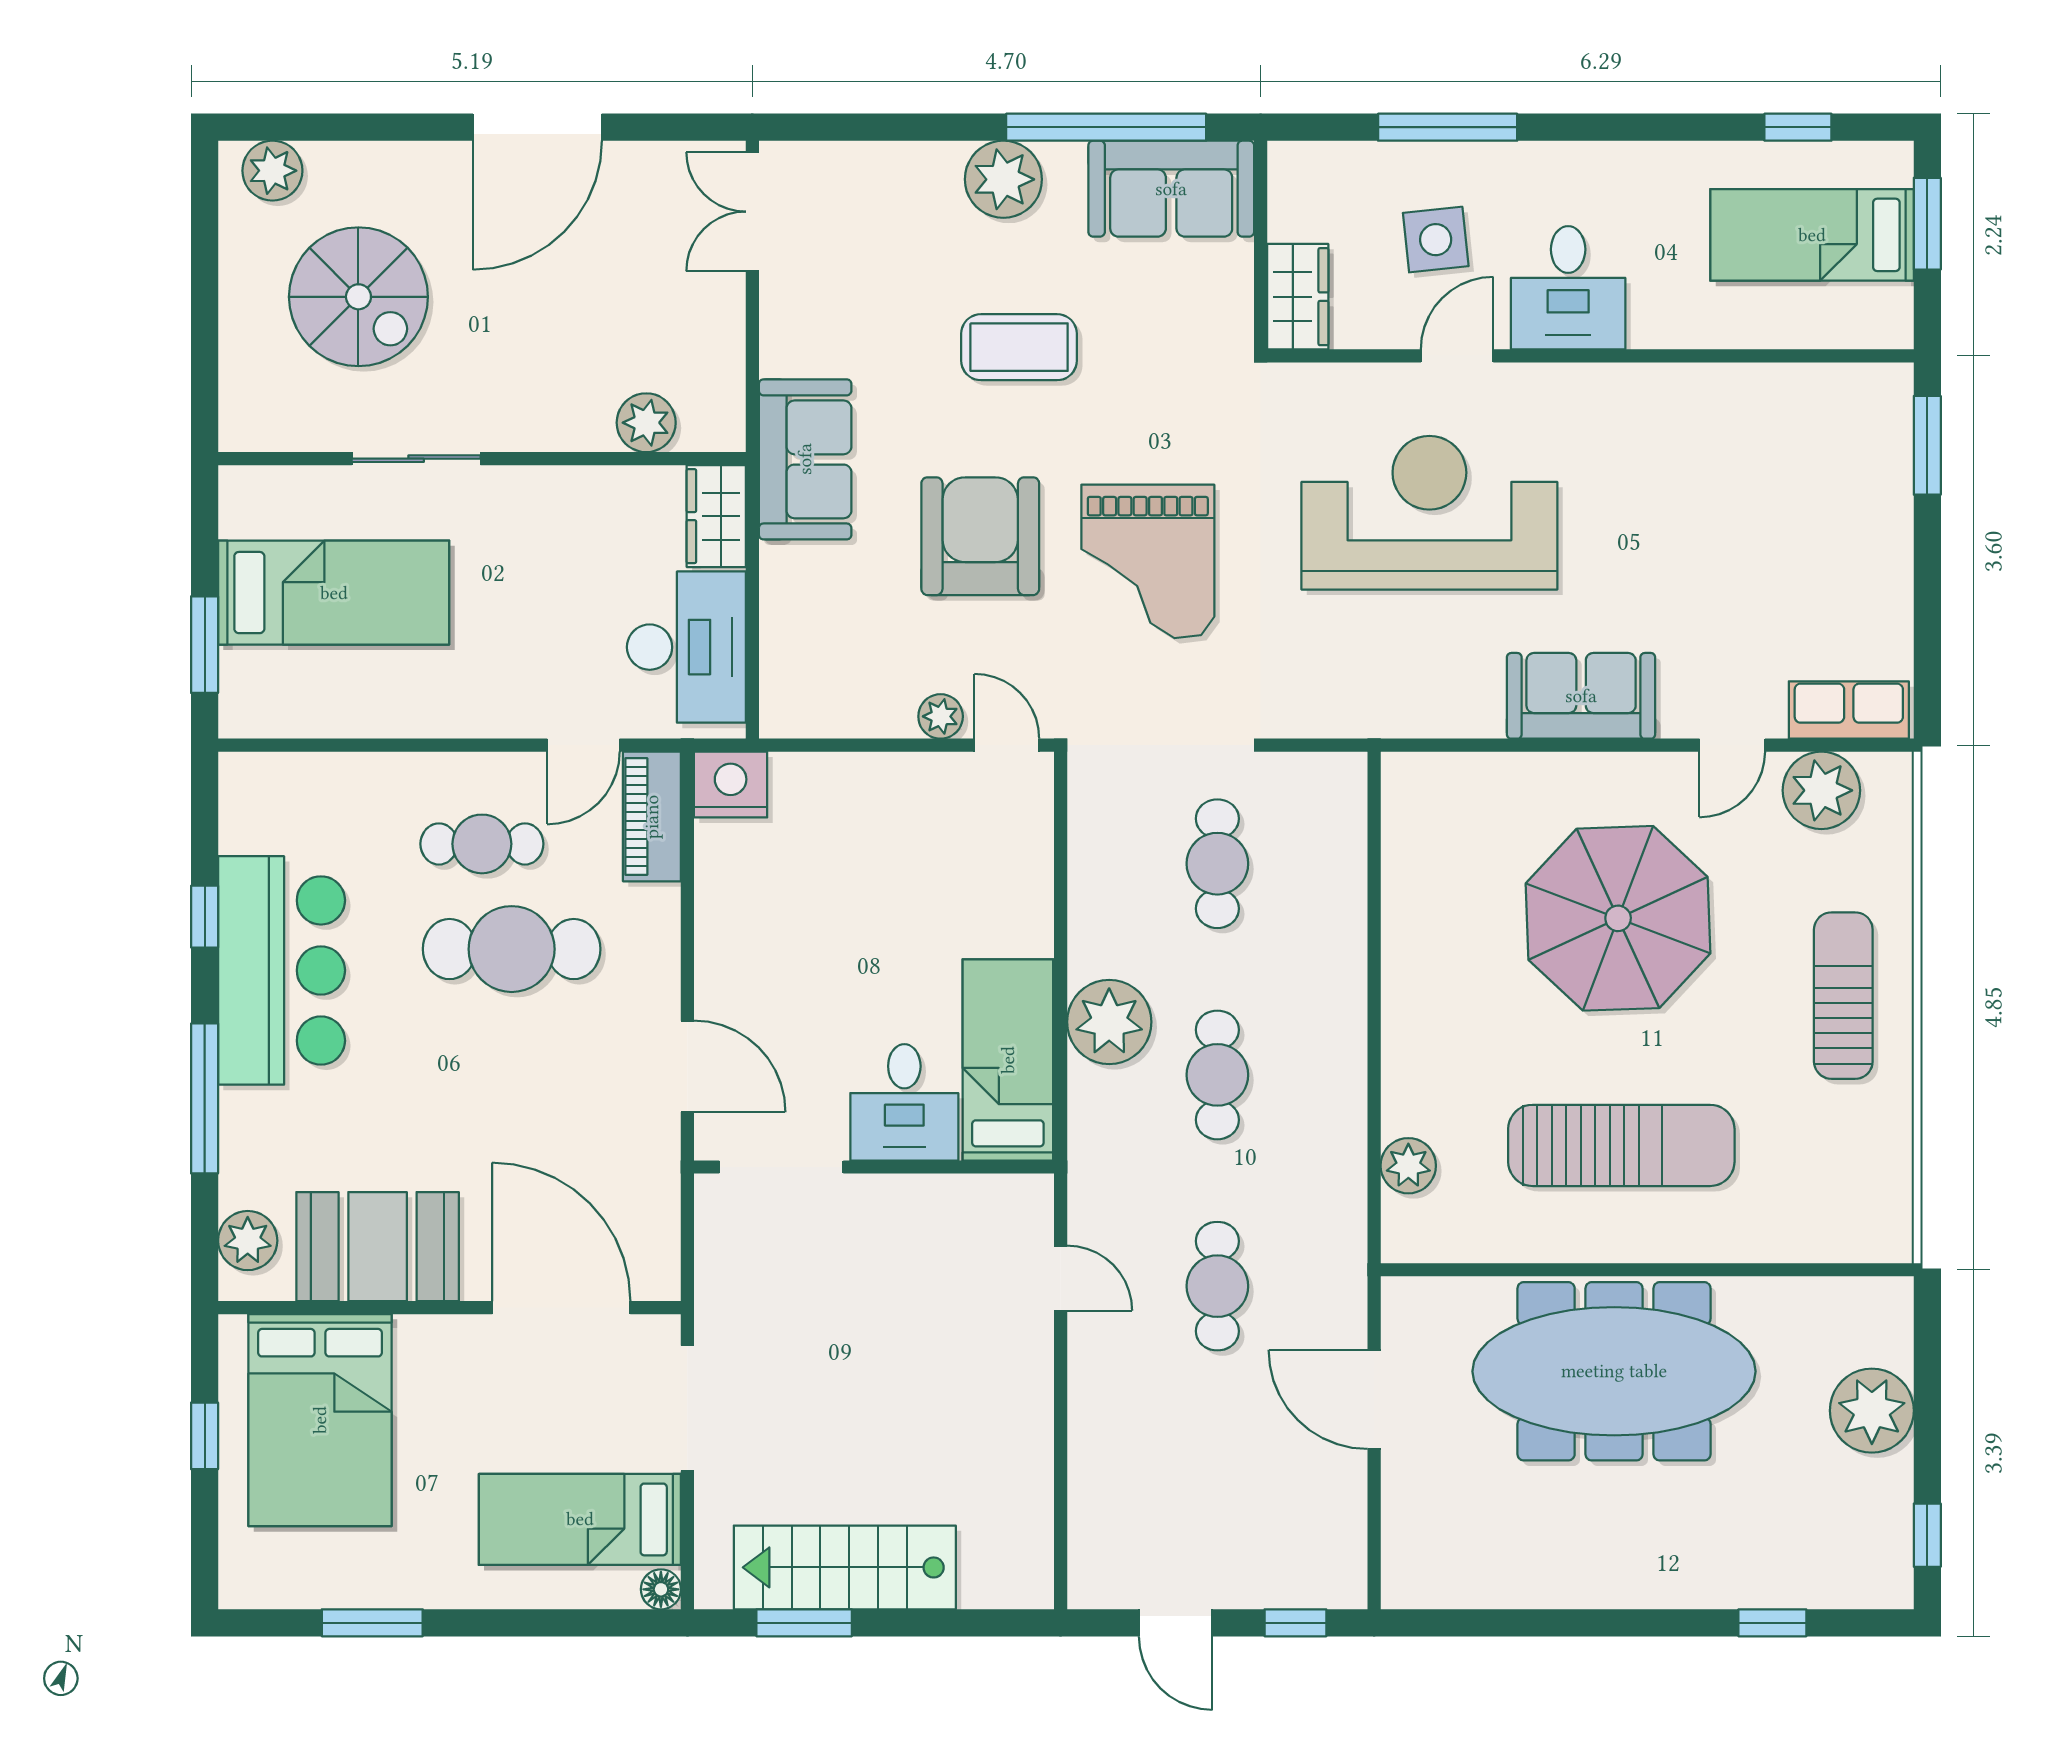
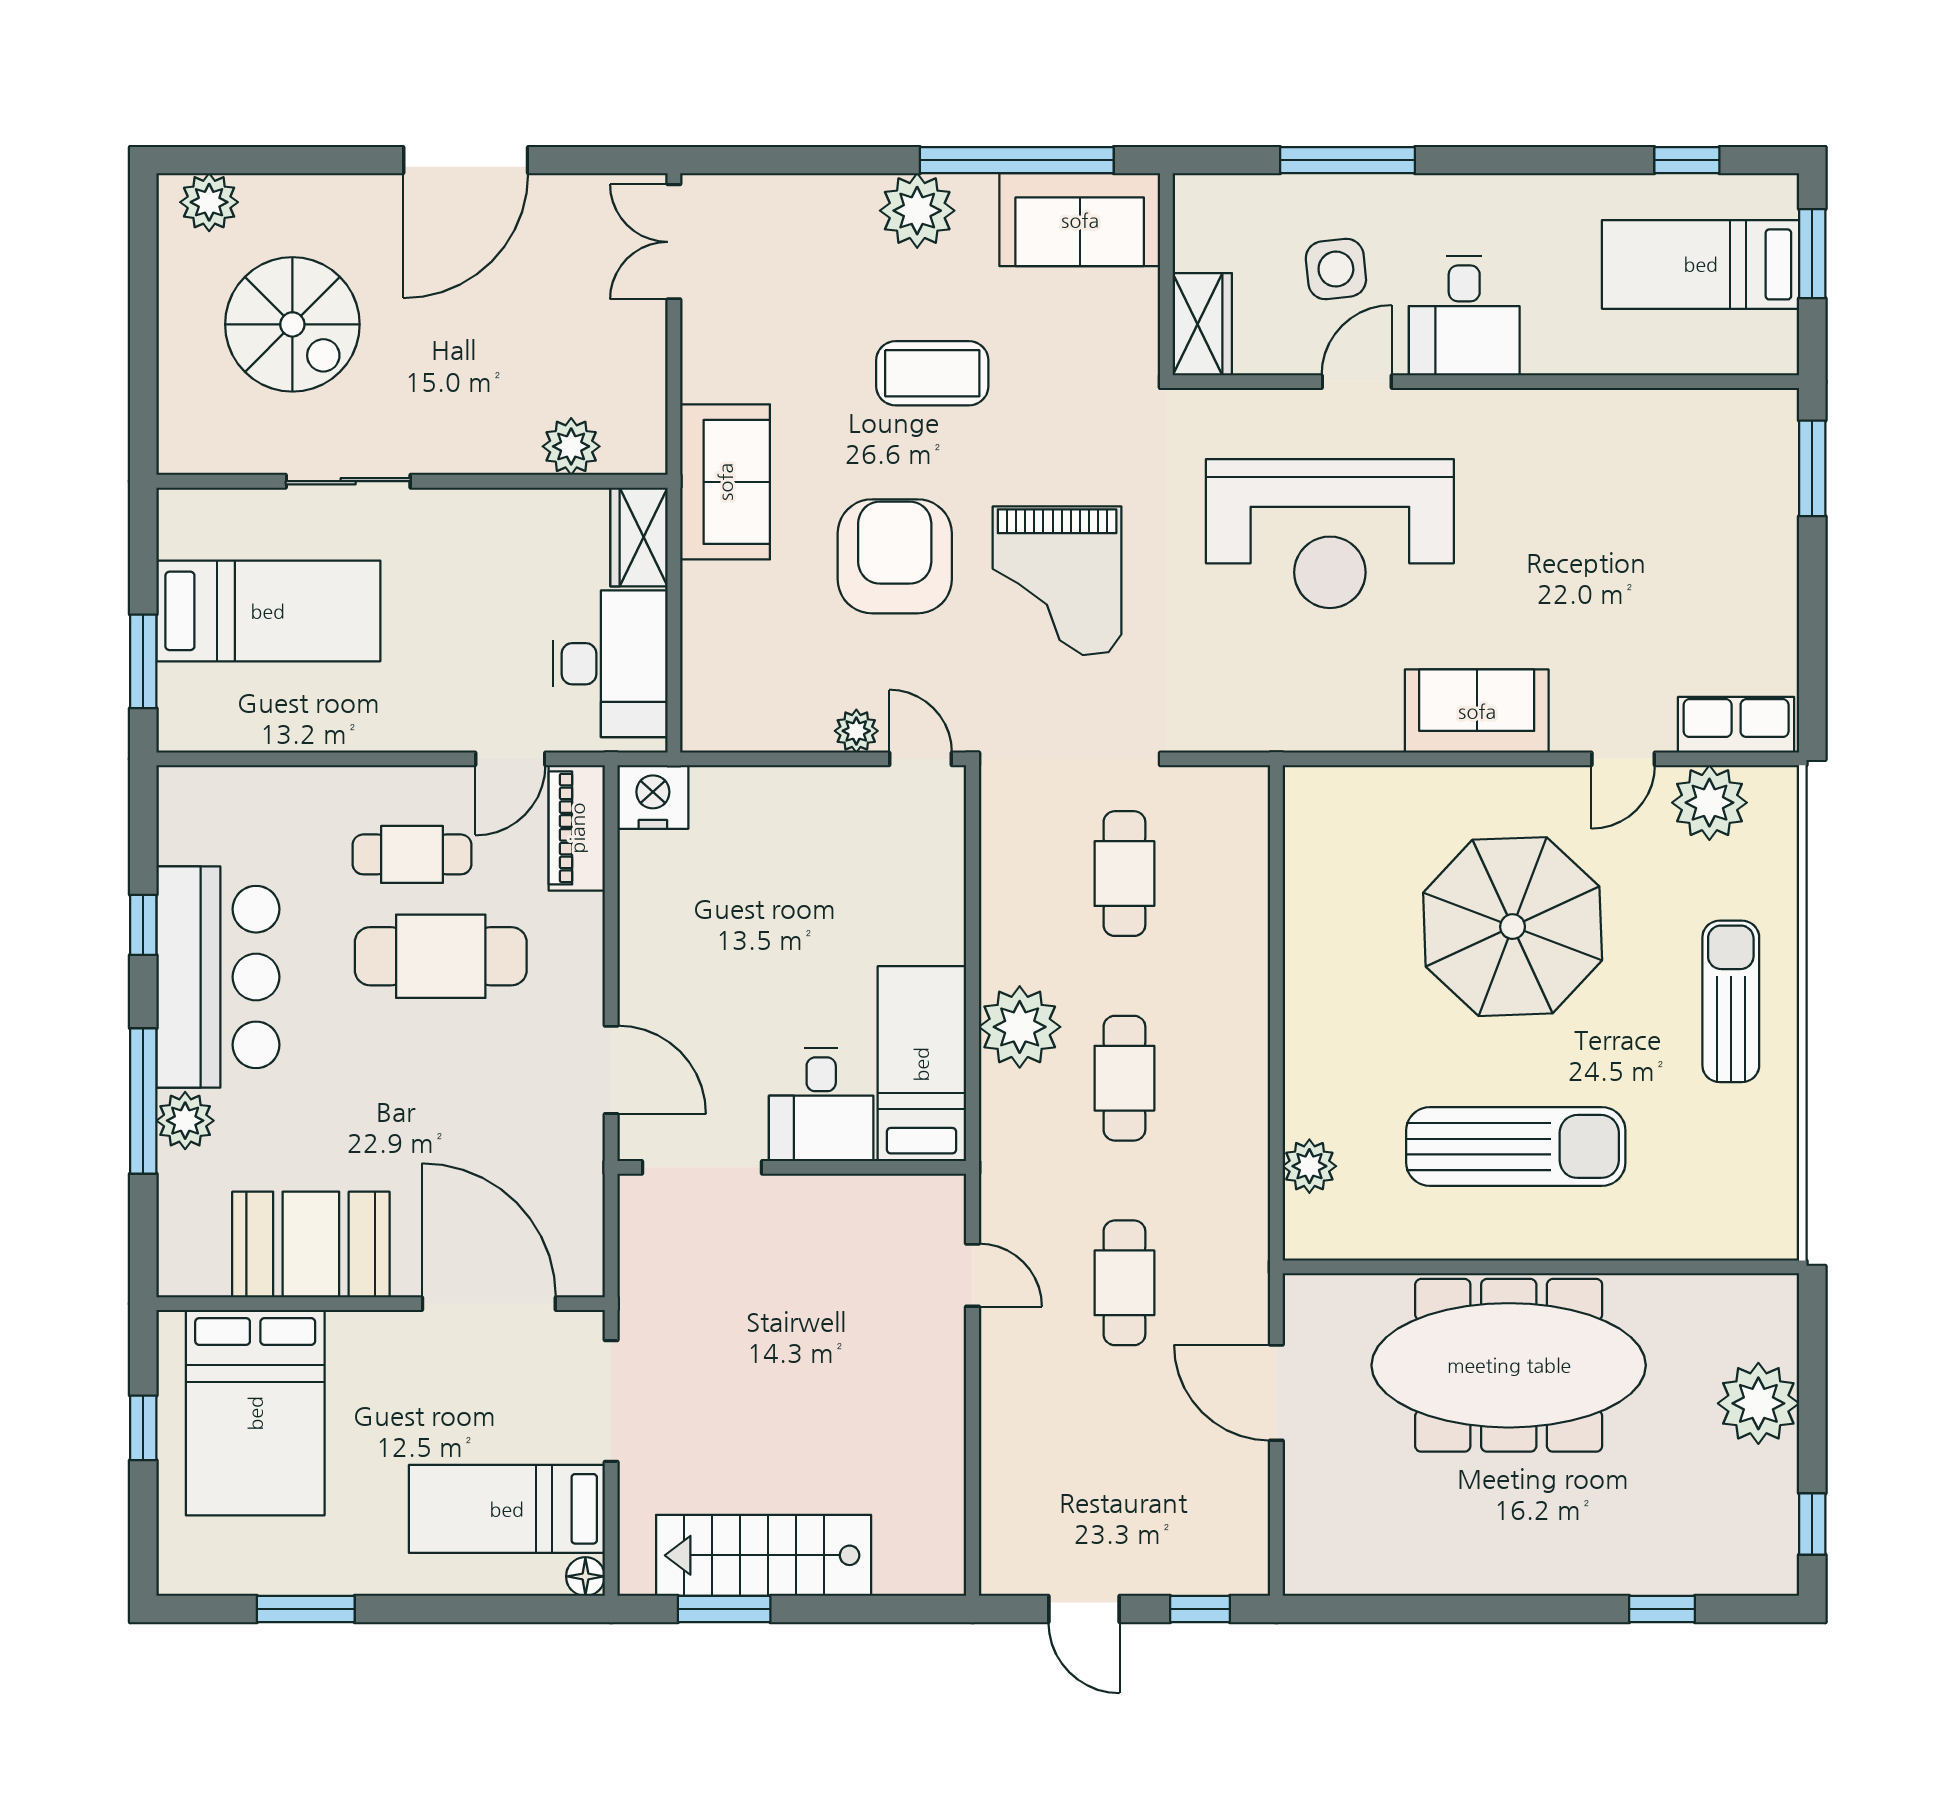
reception desk: (1429, 513) -> (1330, 534), turned 180
plant: (248, 1241) -> (185, 1121), moved

